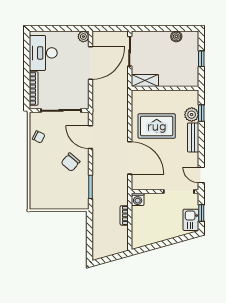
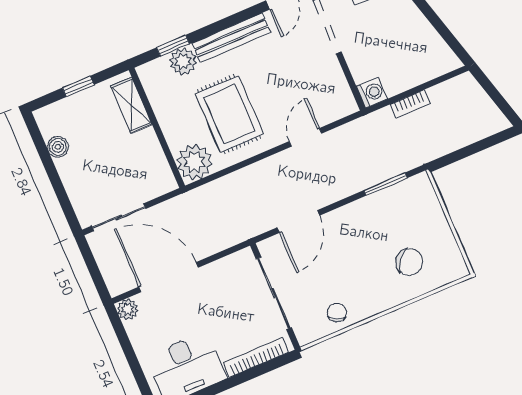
shelving: (145, 81) -> (131, 105), moved
plant: (141, 99) -> (194, 162), added
bench: (193, 137) -> (231, 38), width x1.36
door: (130, 158) -> (305, 137), width x0.53
chair: (71, 162) -> (409, 262), moved

